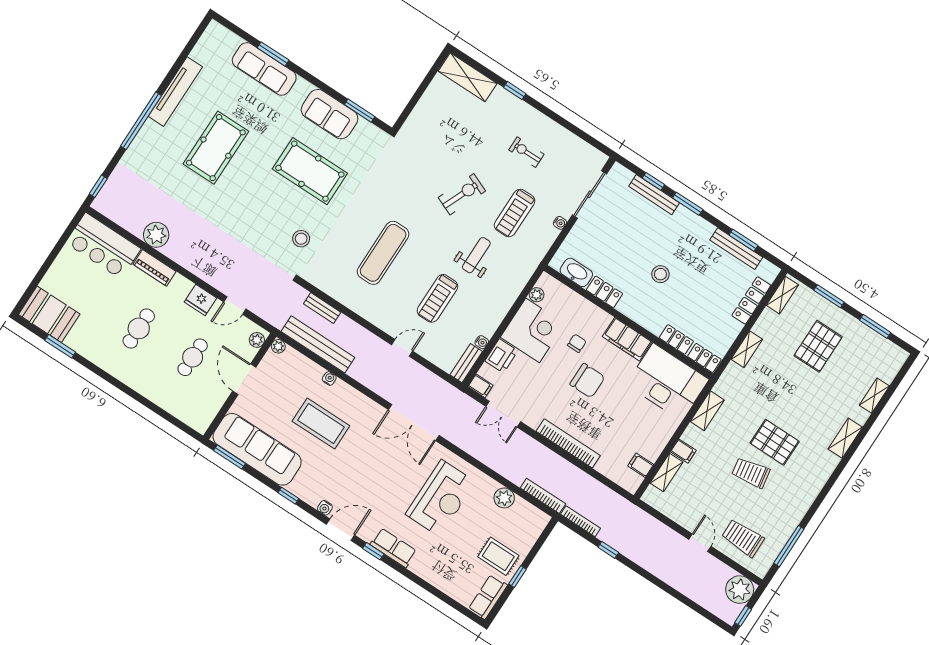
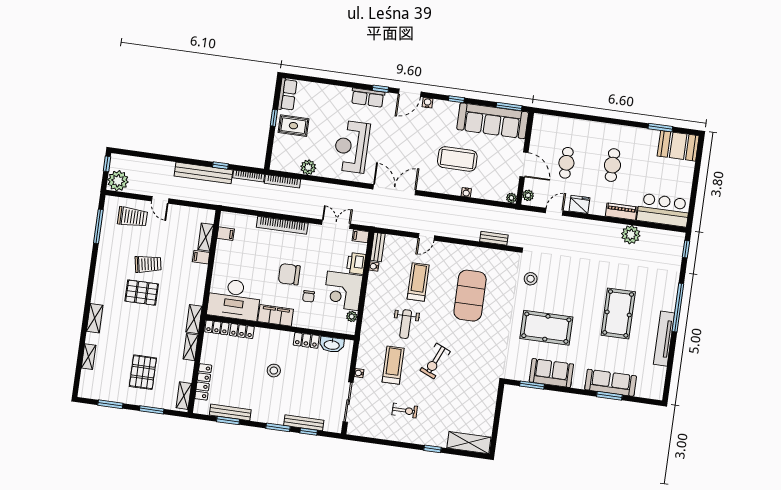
exercise mat: (383, 253) -> (470, 296), width x1.47
bench: (318, 344) -> (203, 173), moved
shelving: (707, 411) -> (194, 319), moved

